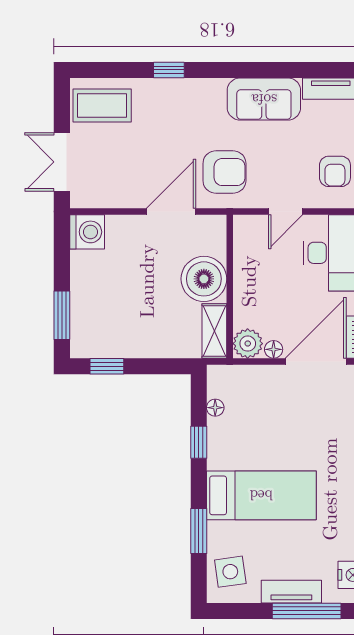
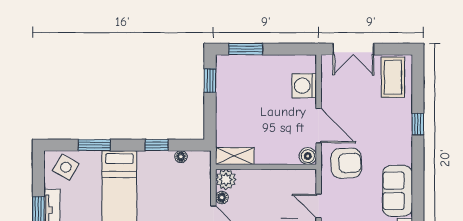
double door: (62, 162) -> (353, 49), swing flipped
armchair: (224, 172) -> (346, 163), turned -93
washing machine: (87, 232) -> (304, 86), moved, turned 90
boiler: (204, 279) -> (308, 156), moved, width x0.54, depth x0.54
side table: (230, 572) -> (66, 167), turned 38

